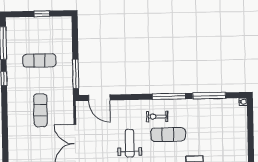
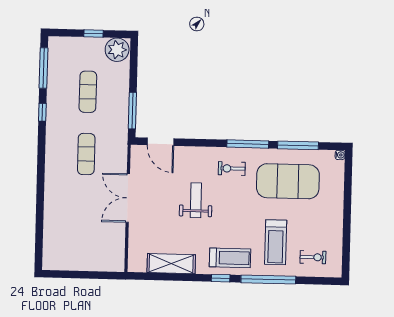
plant: (61, 26) -> (117, 50), added
exercise mat: (39, 60) -> (88, 92), turned 90
exercise mat: (168, 135) -> (288, 181), moved, width x2.00, depth x1.45

